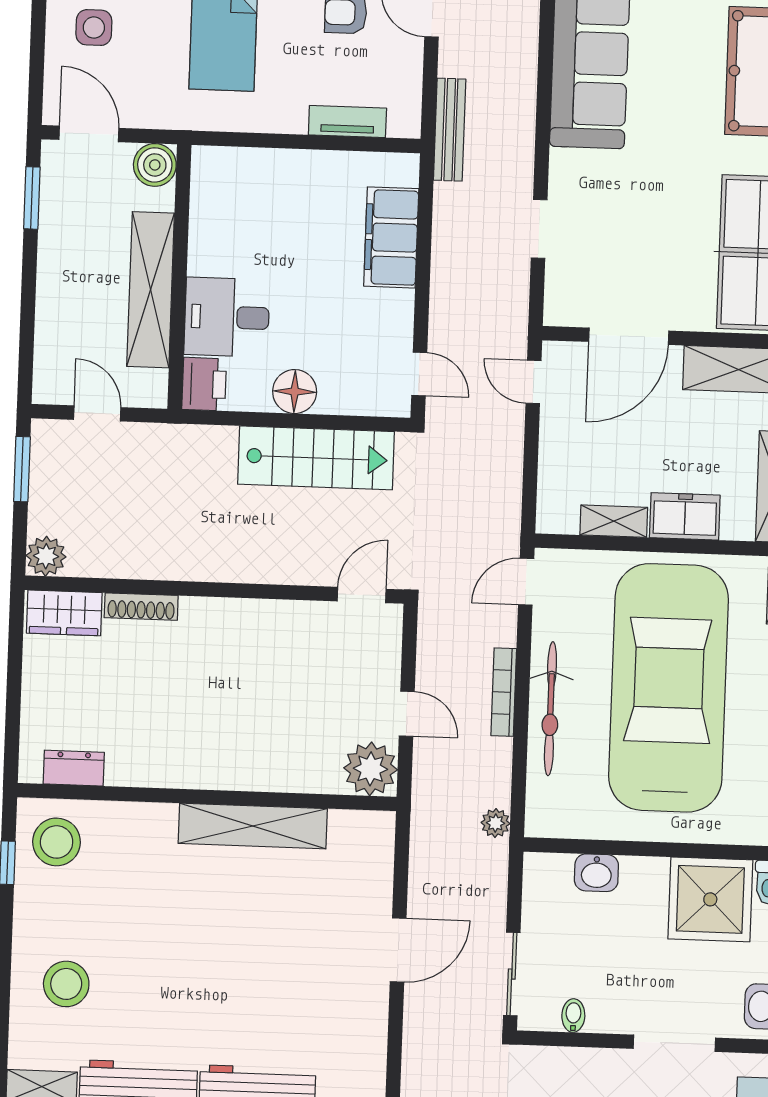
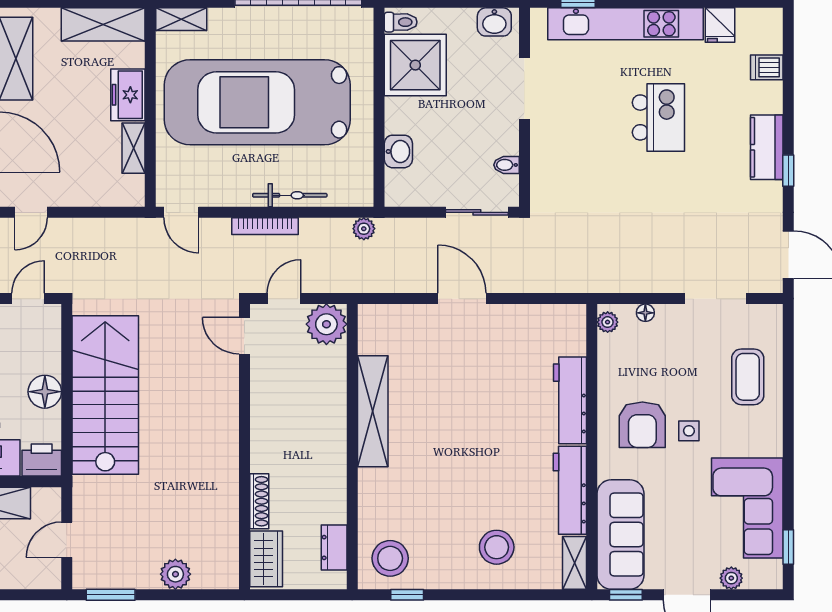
stairs: (316, 458) -> (105, 395), width x1.36, depth x1.51
wall: (214, 590) -> (244, 447), moved
door: (362, 595) -> (244, 336), moved
shoe rack: (141, 607) -> (259, 501), moved
wardrobe: (64, 613) -> (266, 559), moved
bicycle: (550, 709) -> (290, 195), width x0.73, depth x0.71

